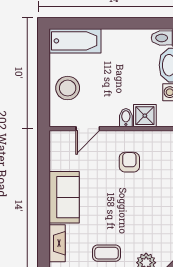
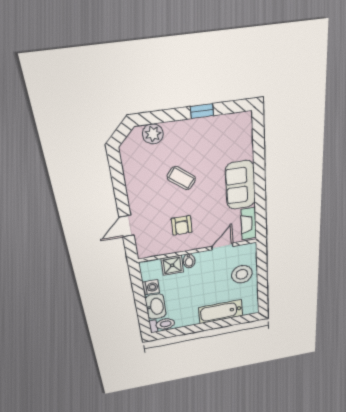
bathtub: (75, 41) -> (221, 312), moved
fireplace: (57, 243) -> (249, 224), moved
coffee table: (107, 253) -> (181, 178), moved, turned 39

